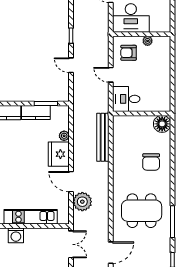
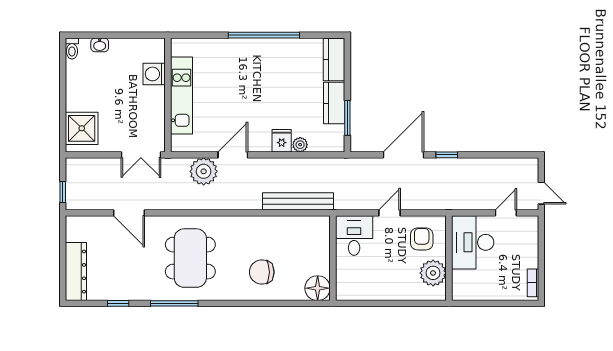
plant: (148, 41) -> (433, 273), width x1.88, depth x1.88
door: (71, 65) -> (403, 155), width x1.88
fridge: (59, 154) -> (282, 141), width x0.53, depth x0.75

